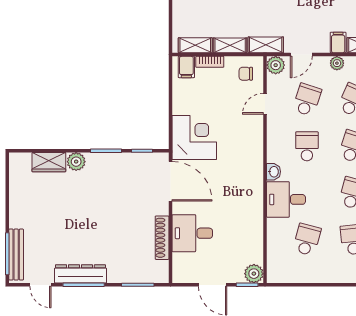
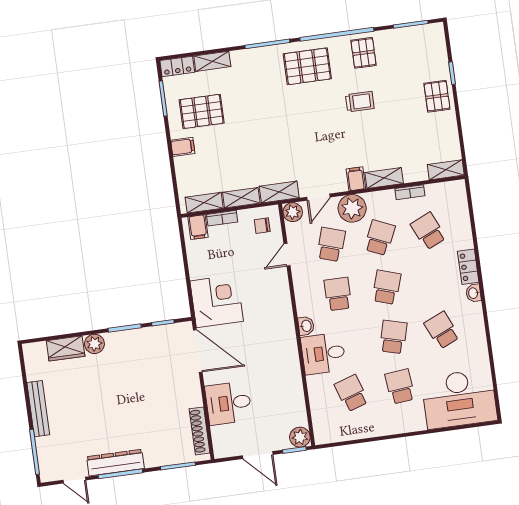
plant: (337, 63) -> (352, 208), width x1.88, depth x1.88
shoe rack: (162, 238) -> (200, 431), moved
school desk: (307, 240) -> (351, 393), turned -33
bench: (16, 255) -> (38, 409), moved

